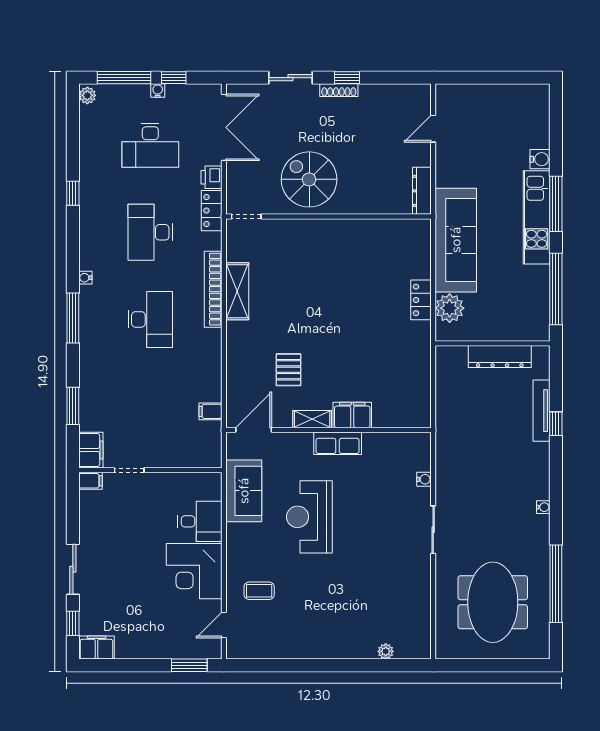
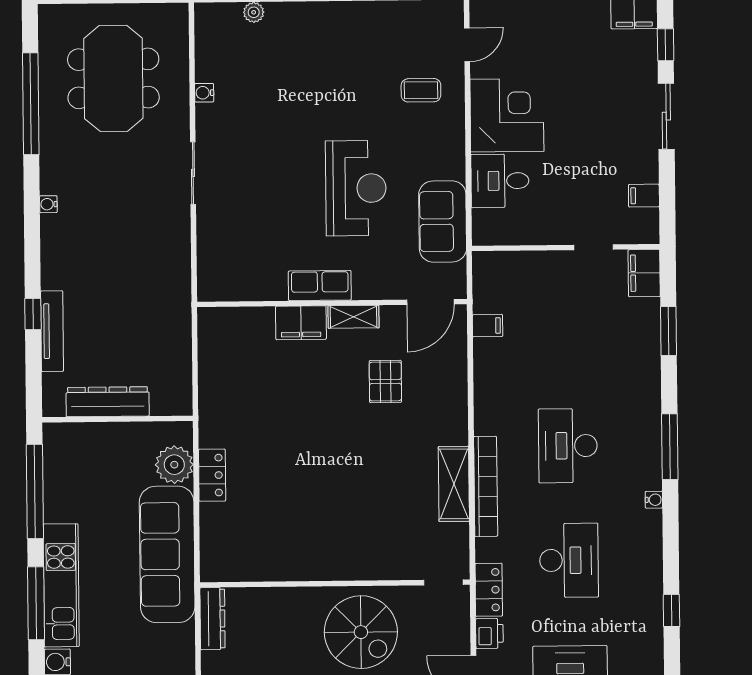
water cooler: (424, 479) -> (204, 93), moved
filing cabinet: (91, 481) -> (644, 196), moved

